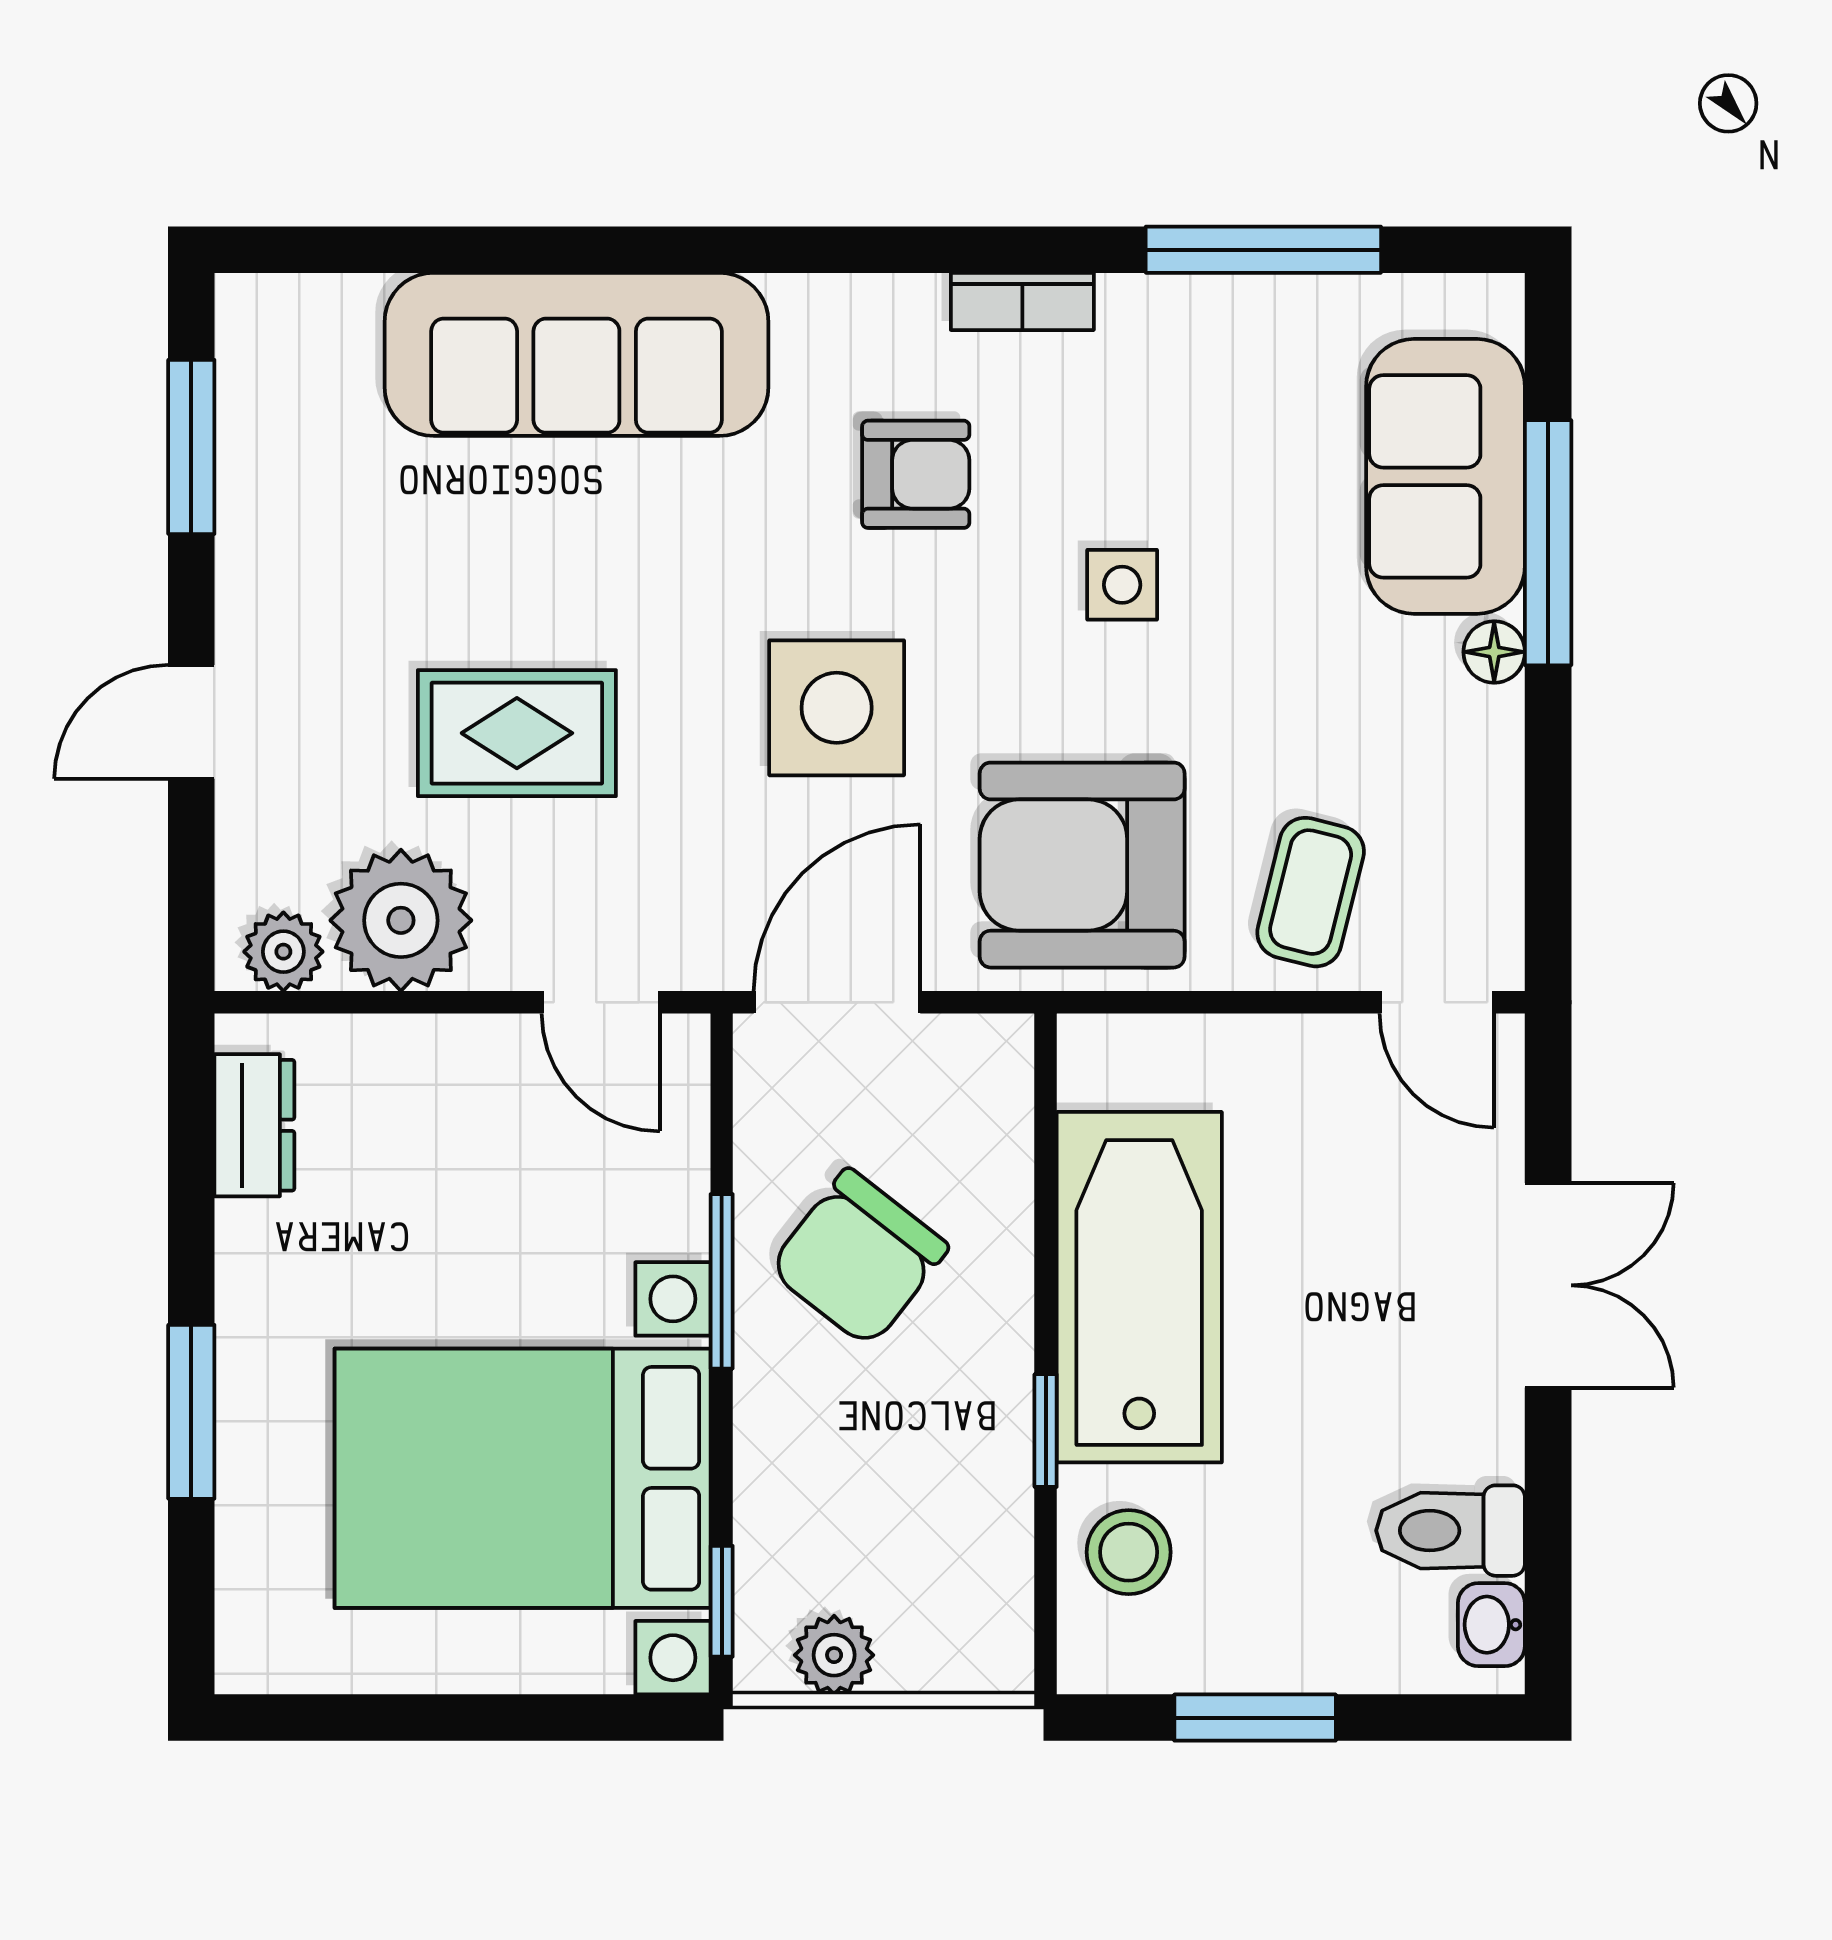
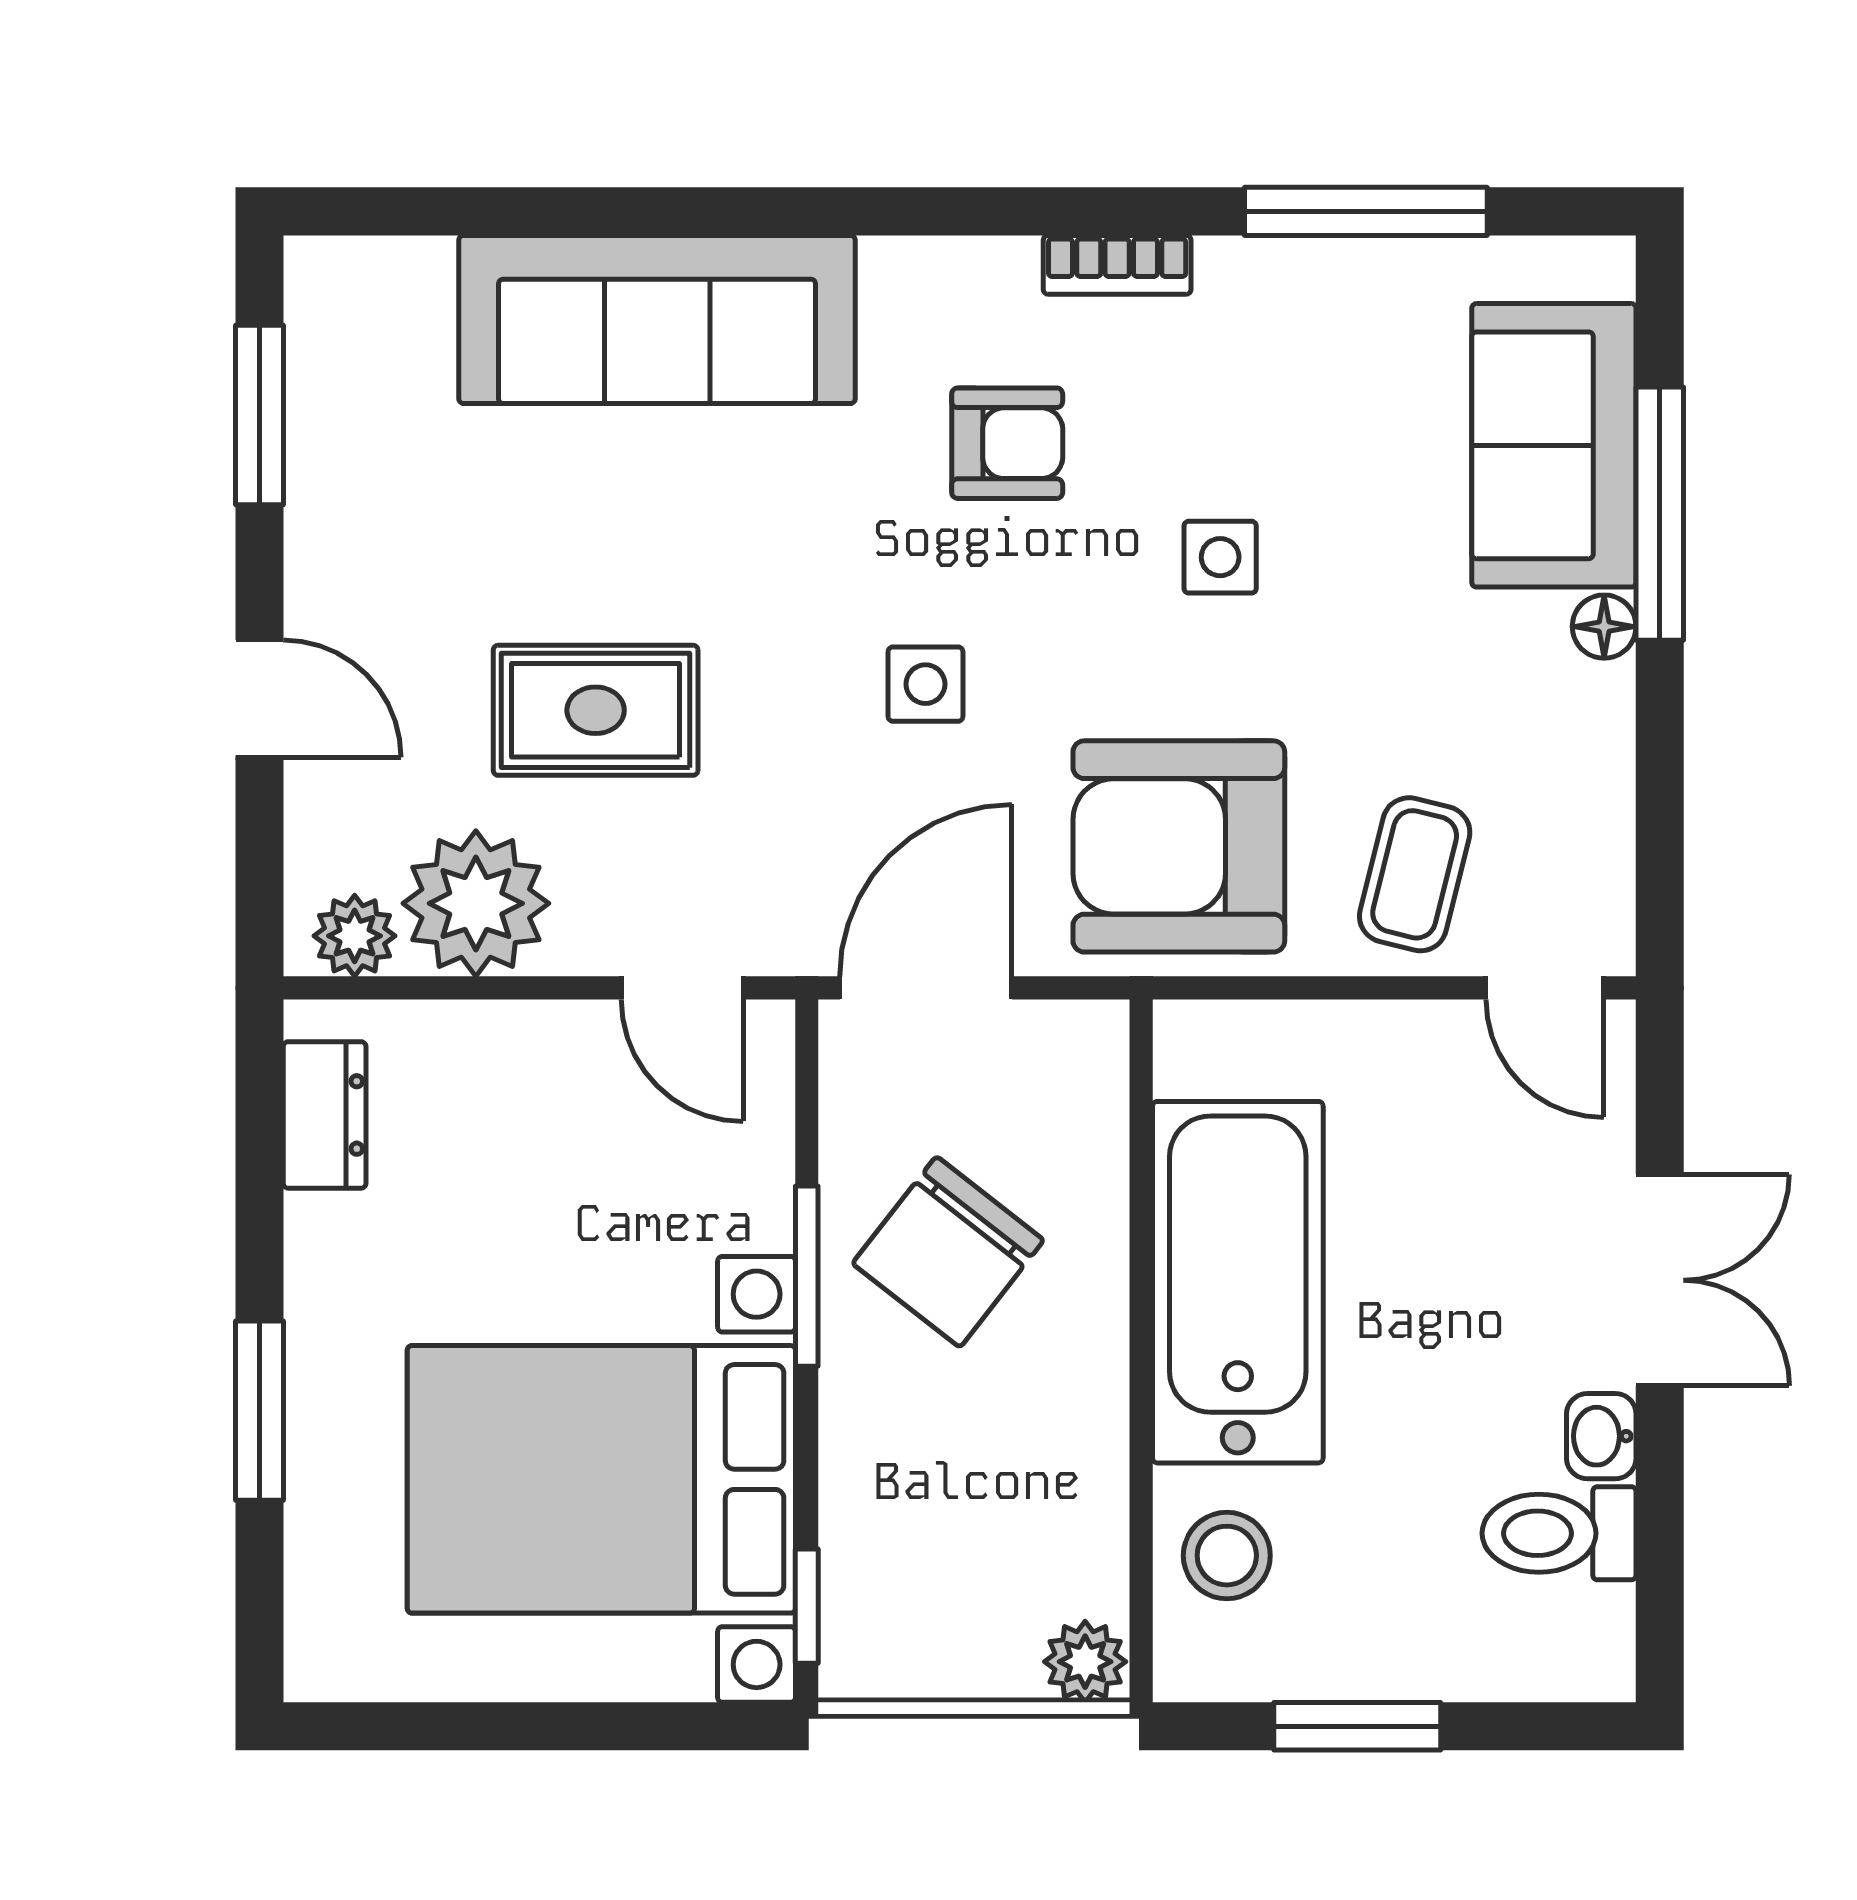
side table: (837, 708) -> (925, 684), width x0.54, depth x0.54
door: (191, 722) -> (259, 699), swing flipped
window: (1046, 1431) -> (1141, 1430), removed
washbasin: (1491, 1625) -> (1601, 1436), moved
plant: (834, 1655) -> (1085, 1662), moved

